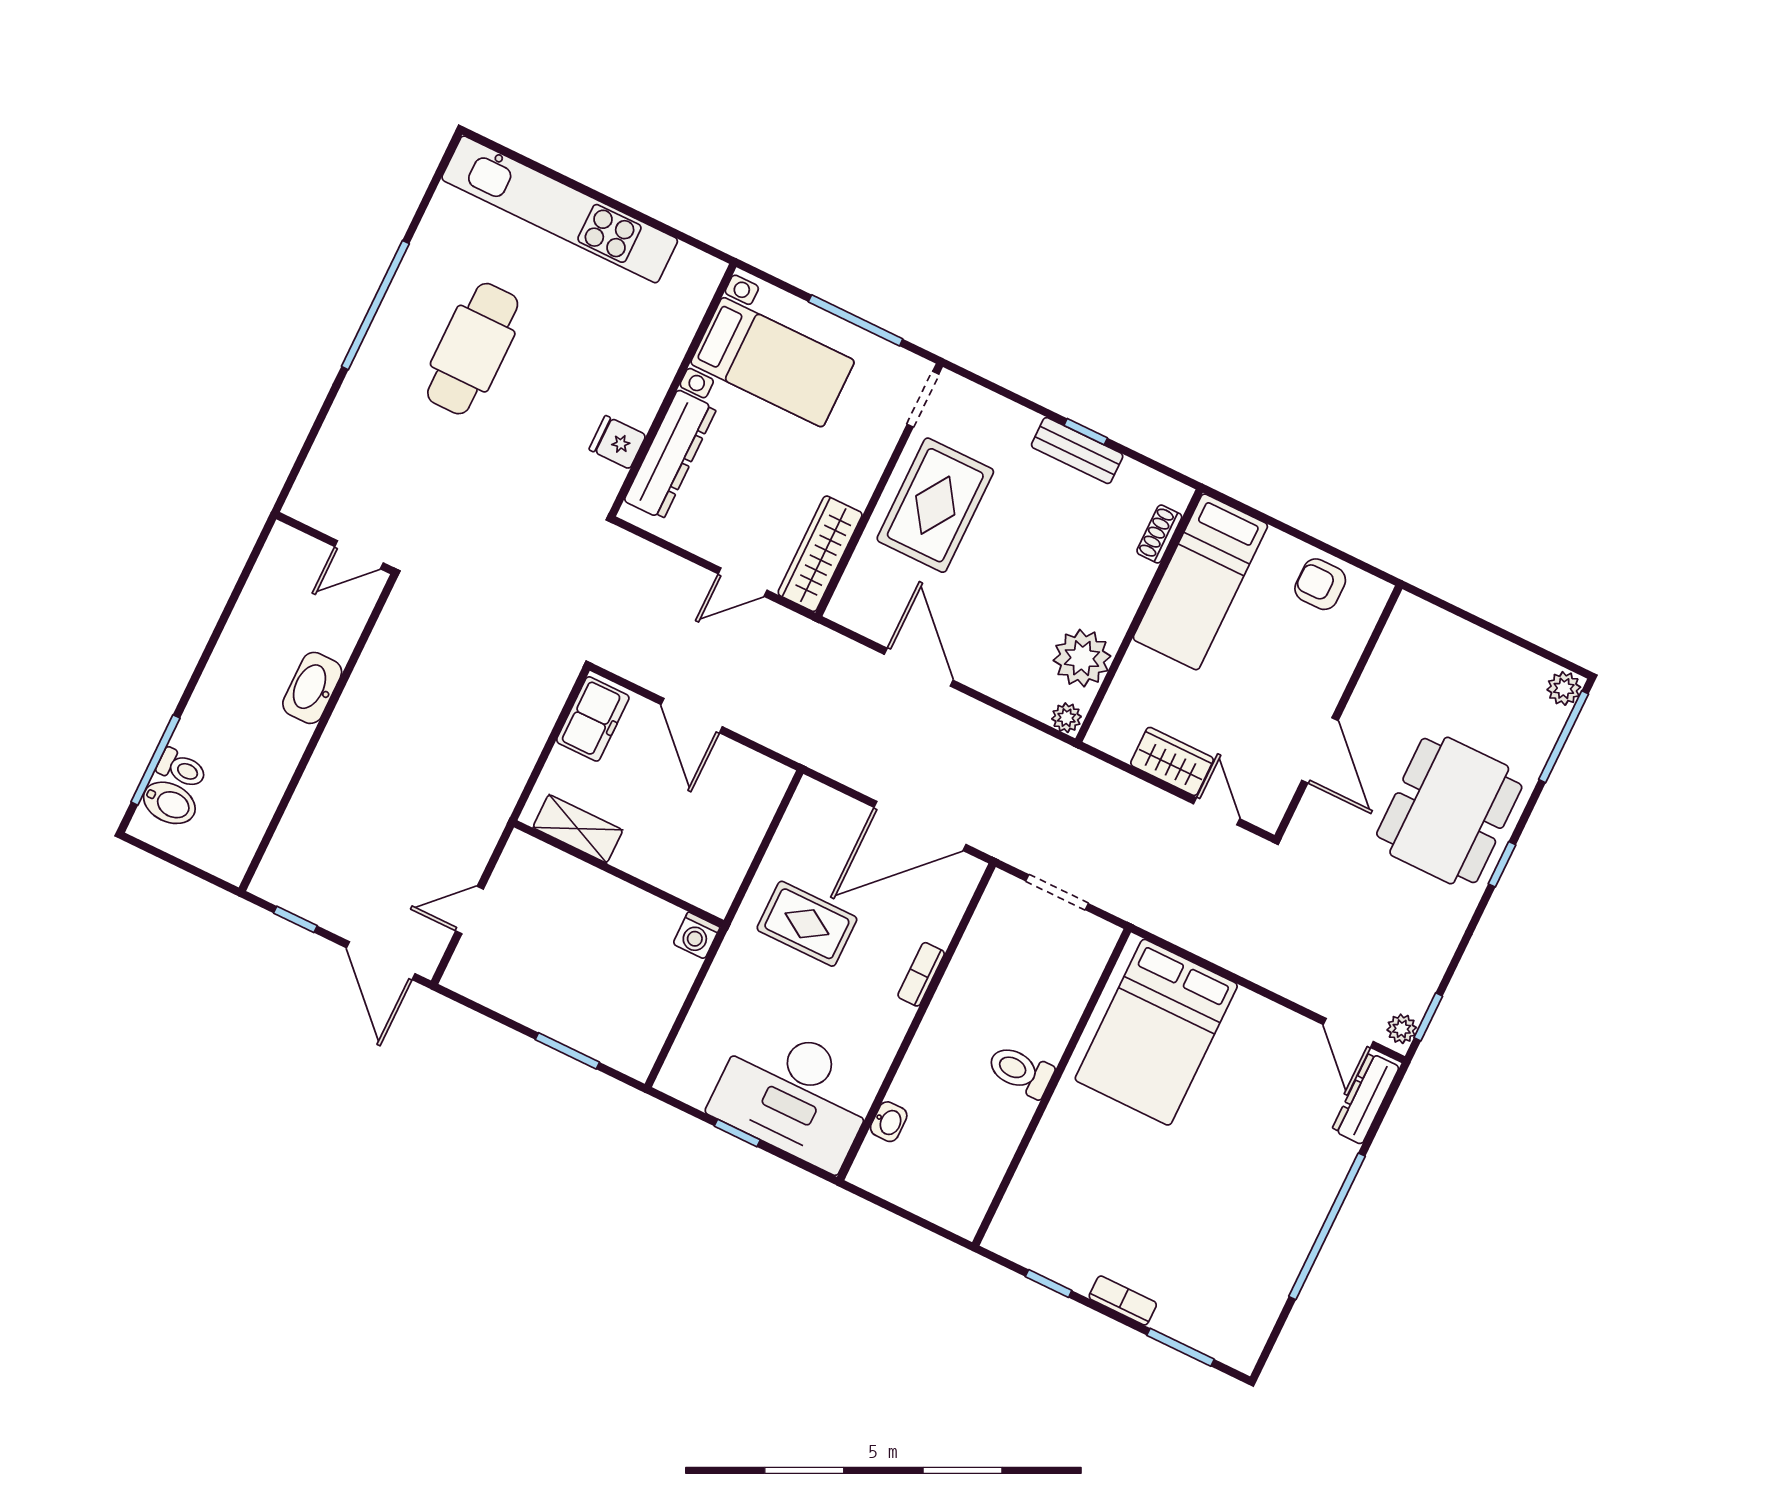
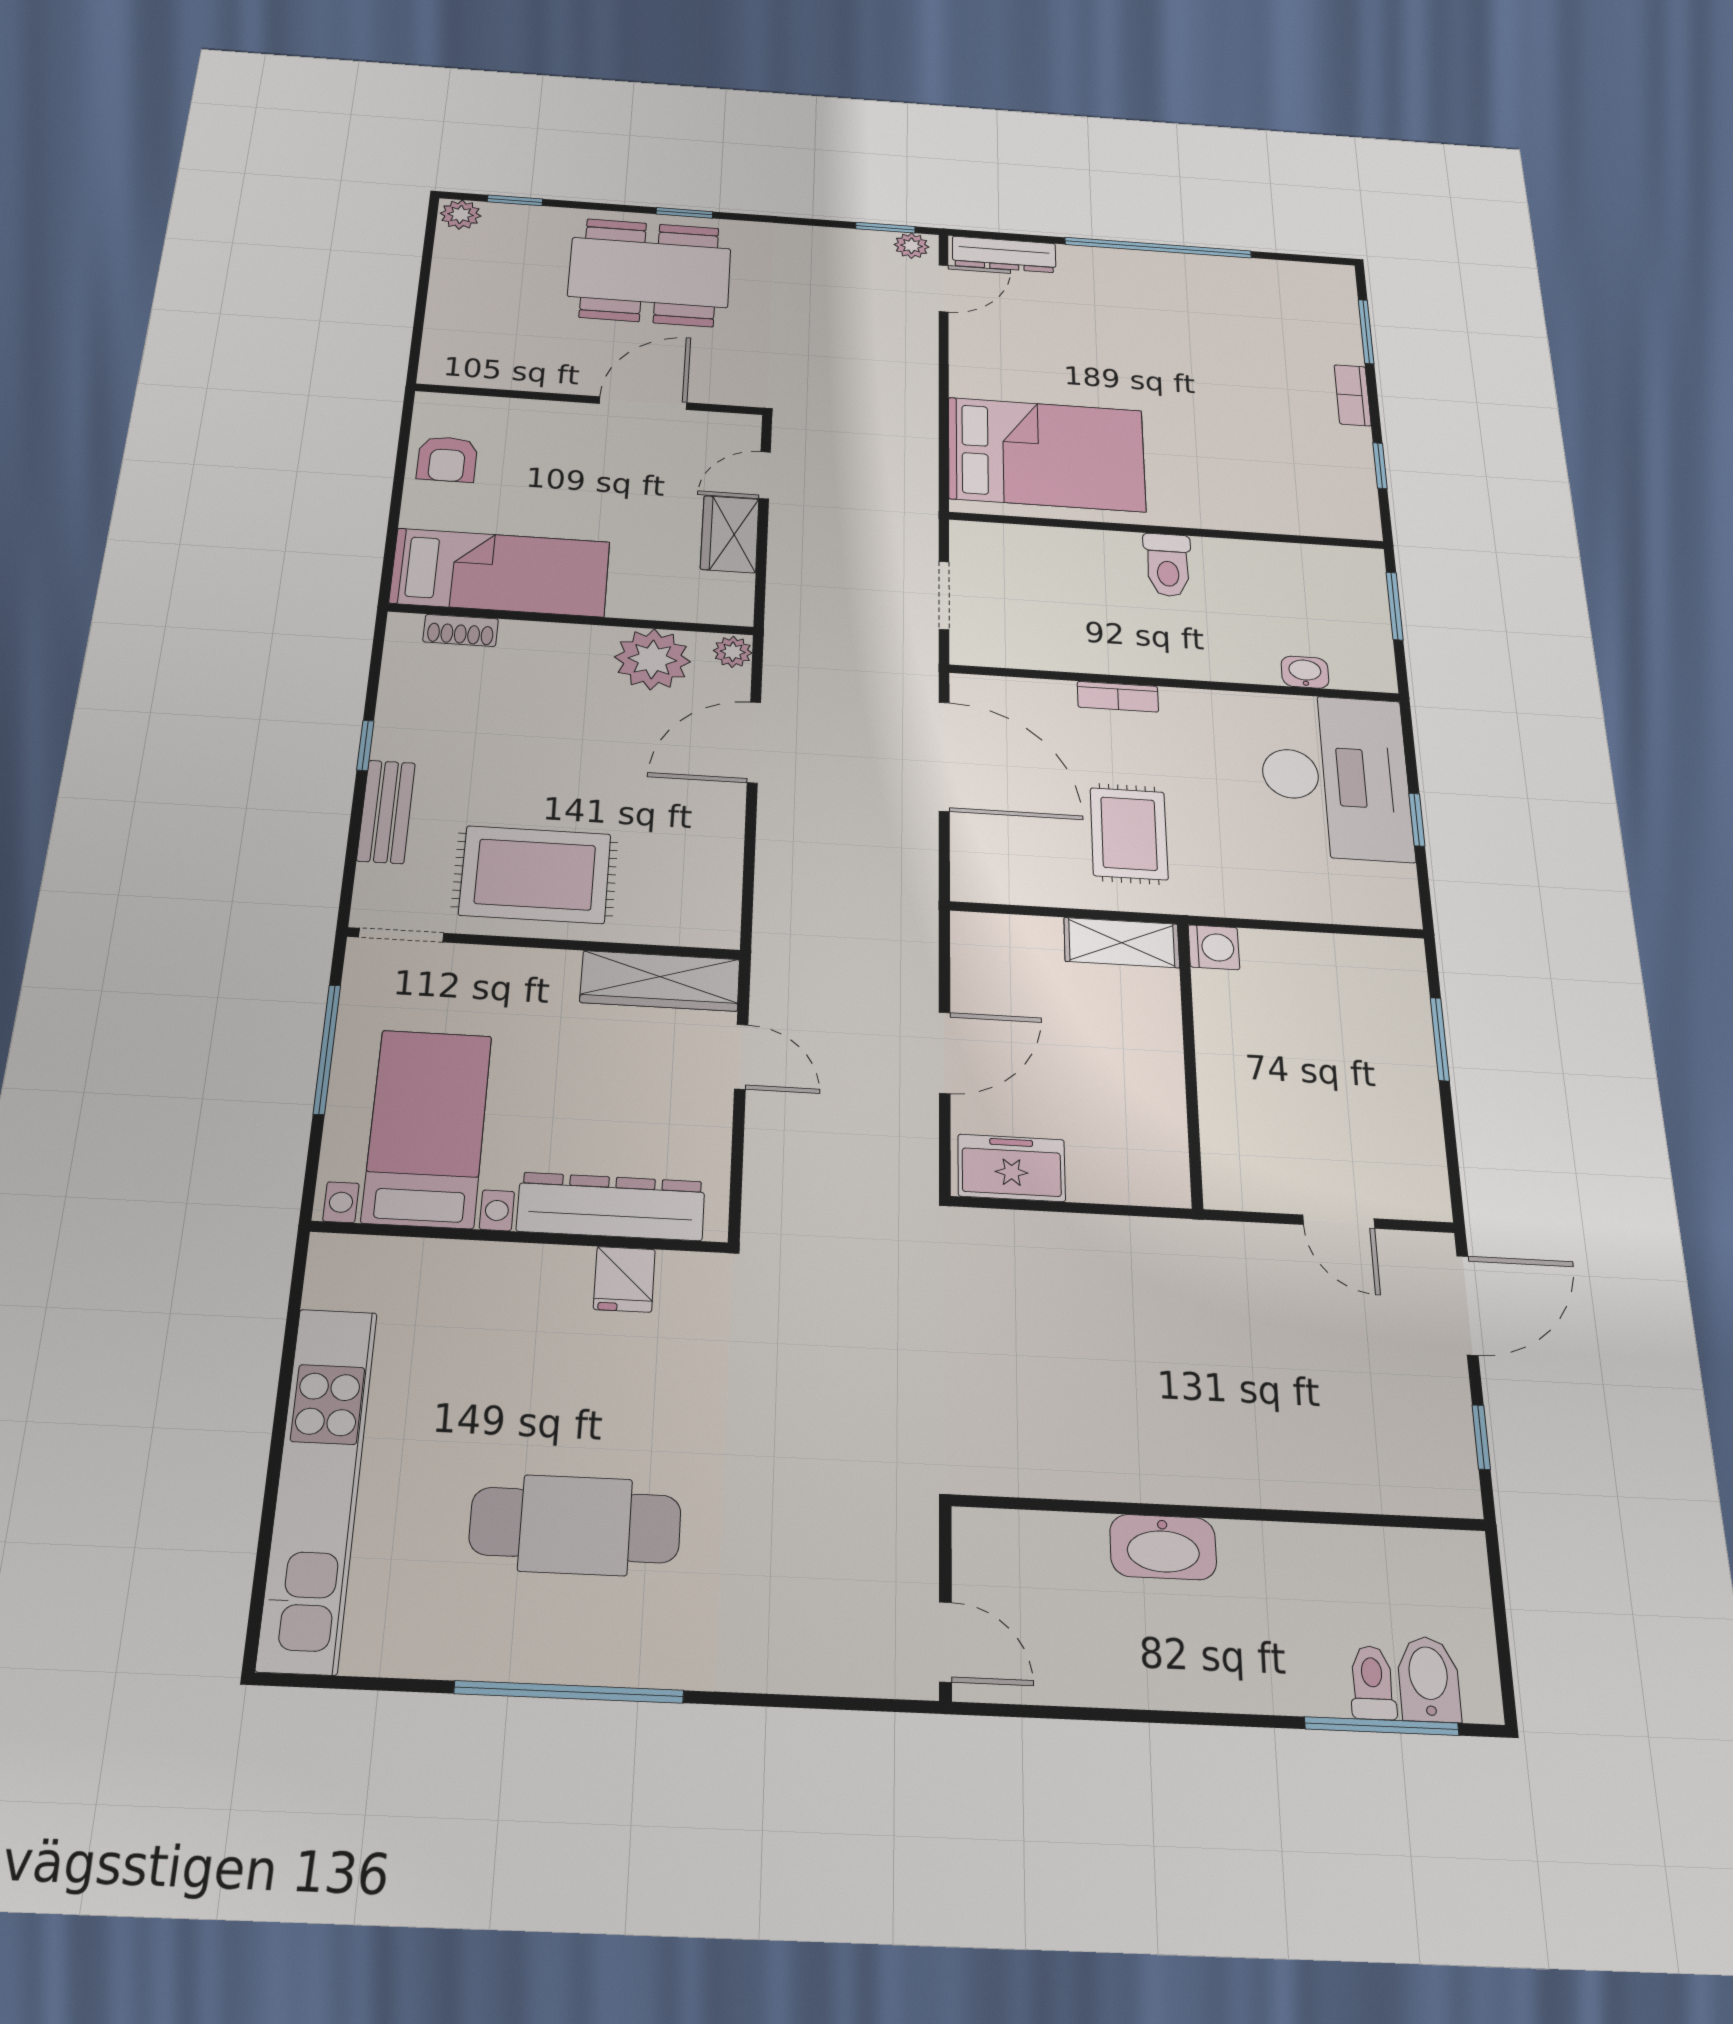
bench: (1077, 451) -> (386, 812), moved
door: (359, 555) -> (945, 1642), moved
door: (919, 667) -> (754, 742), moved
window: (1564, 737) -> (515, 200), width x0.46
shelving: (578, 829) -> (1122, 943), moved, turned 90
window: (919, 1221) -> (1395, 606), added

